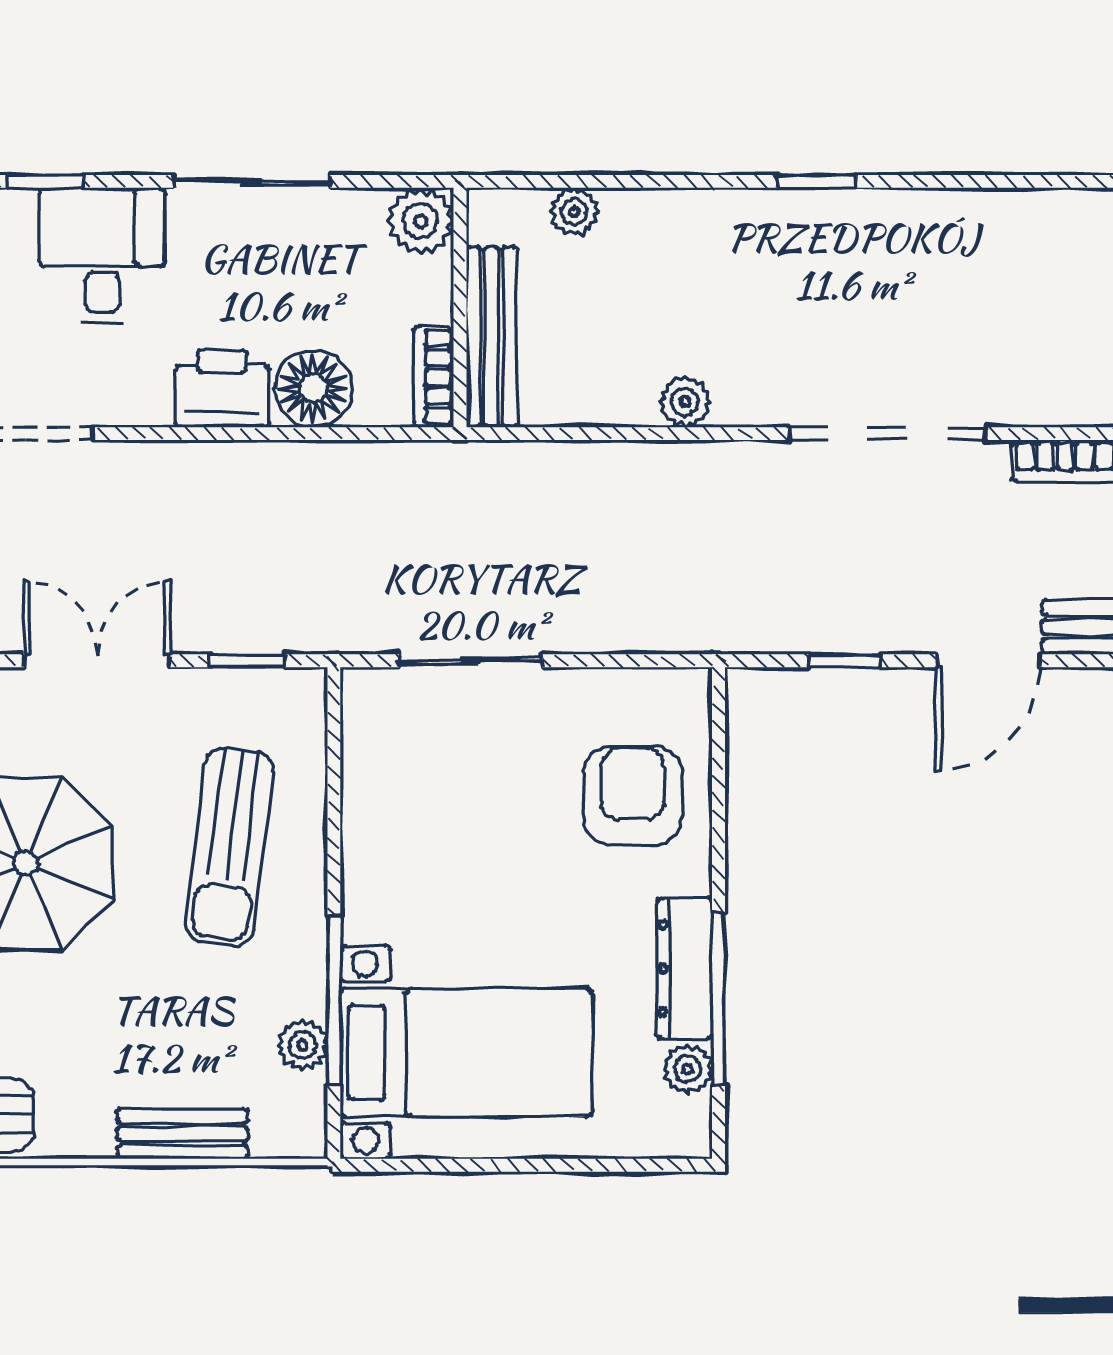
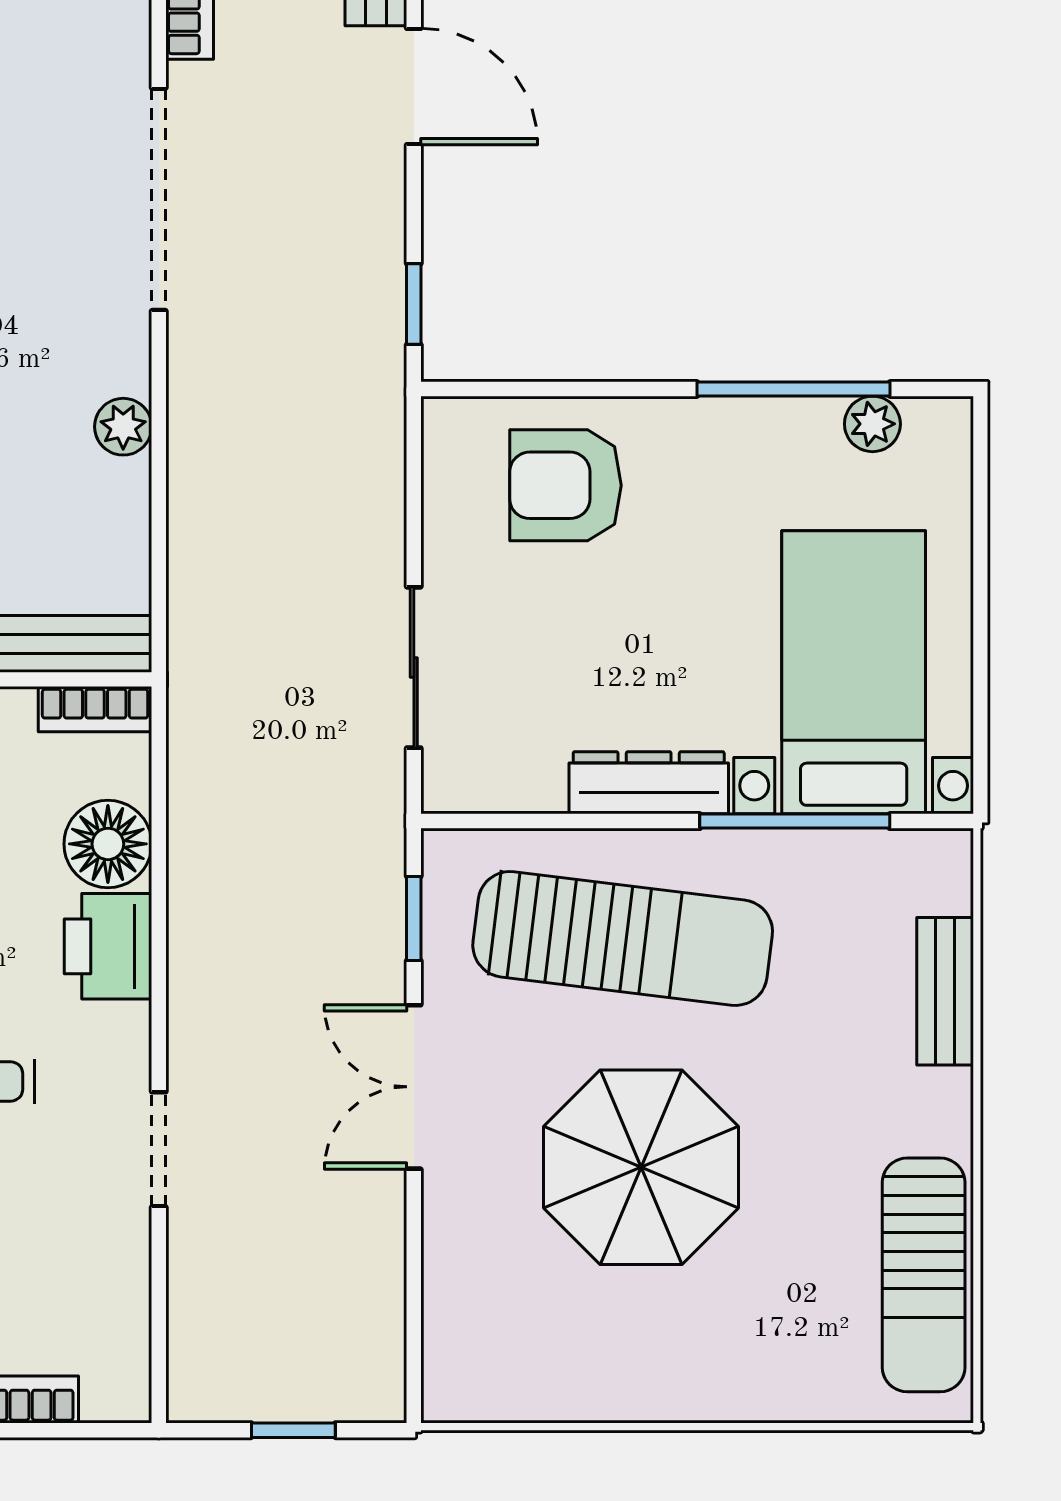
window: (845, 661) -> (414, 304), moved
sun lounger: (229, 847) -> (623, 938), width x1.36, depth x1.34
dresser: (684, 968) -> (649, 783), moved, turned 180
plant: (302, 1045) -> (845, 856), removed

